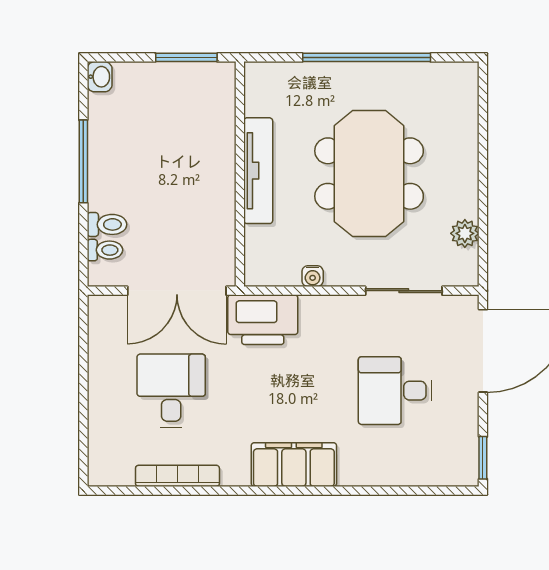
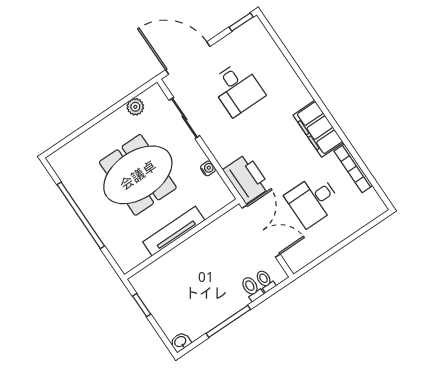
window: (186, 57) -> (142, 305), width x0.67
filing cabinet: (294, 465) -> (318, 129), moved

